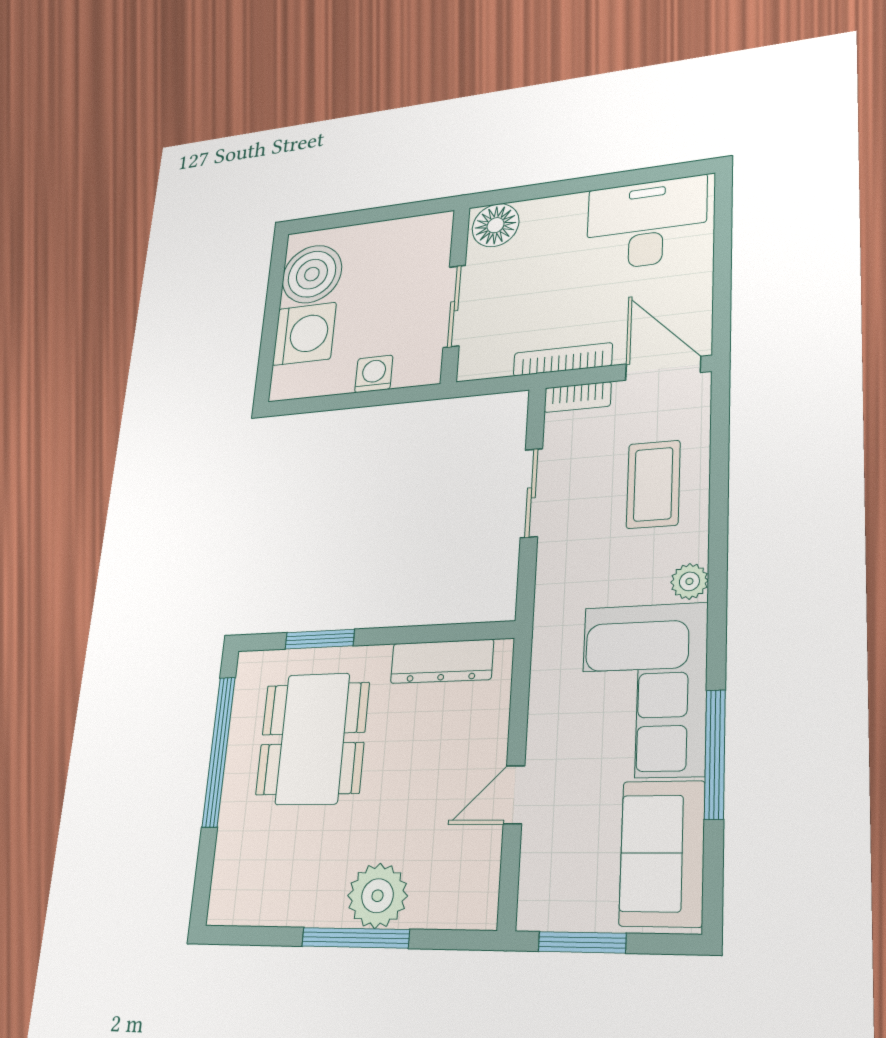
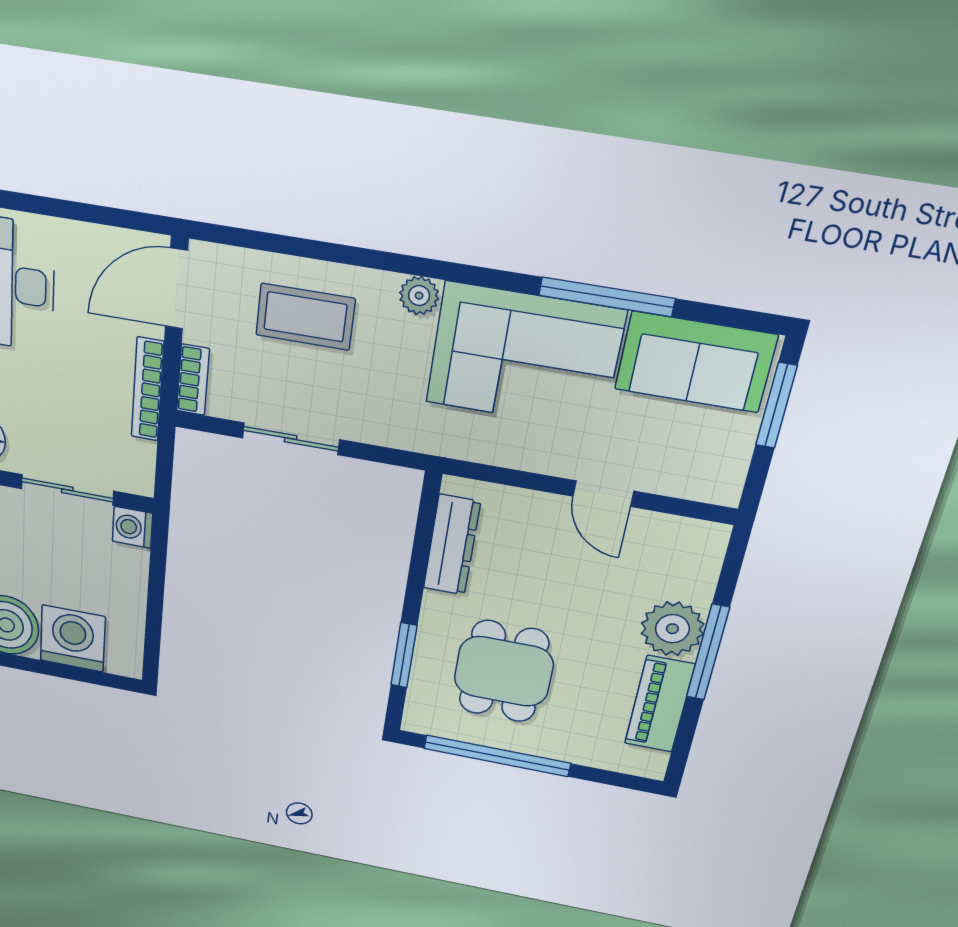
washing machine: (374, 374) -> (133, 527), moved
dining table: (313, 739) -> (504, 671), width x0.73
piano: (293, 902) -> (660, 704), added
window: (582, 942) -> (776, 406), moved

